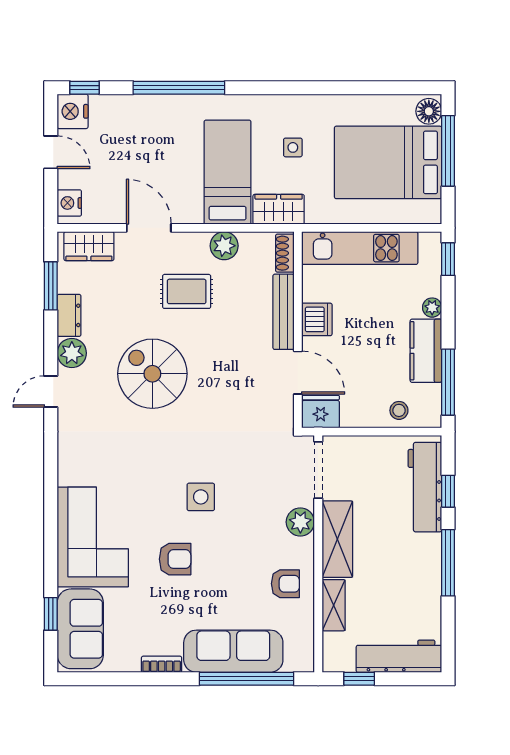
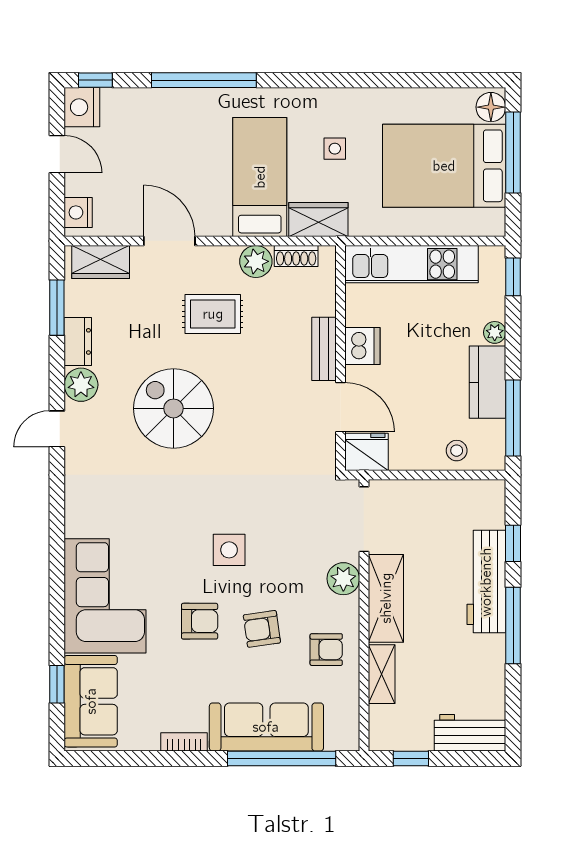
shoe rack: (285, 253) -> (296, 256), moved, turned -90
bench: (283, 312) -> (324, 349), width x0.73
workbench: (425, 487) -> (486, 582), moved
armchair: (229, 566) -> (262, 629), added
workbench: (399, 656) -> (470, 733), width x0.73

